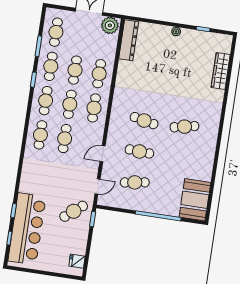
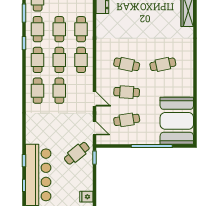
door: (103, 154) -> (95, 99), swing flipped
door: (98, 186) -> (95, 128), hinge flipped
booth: (195, 200) -> (177, 121), width x1.36, depth x1.42

